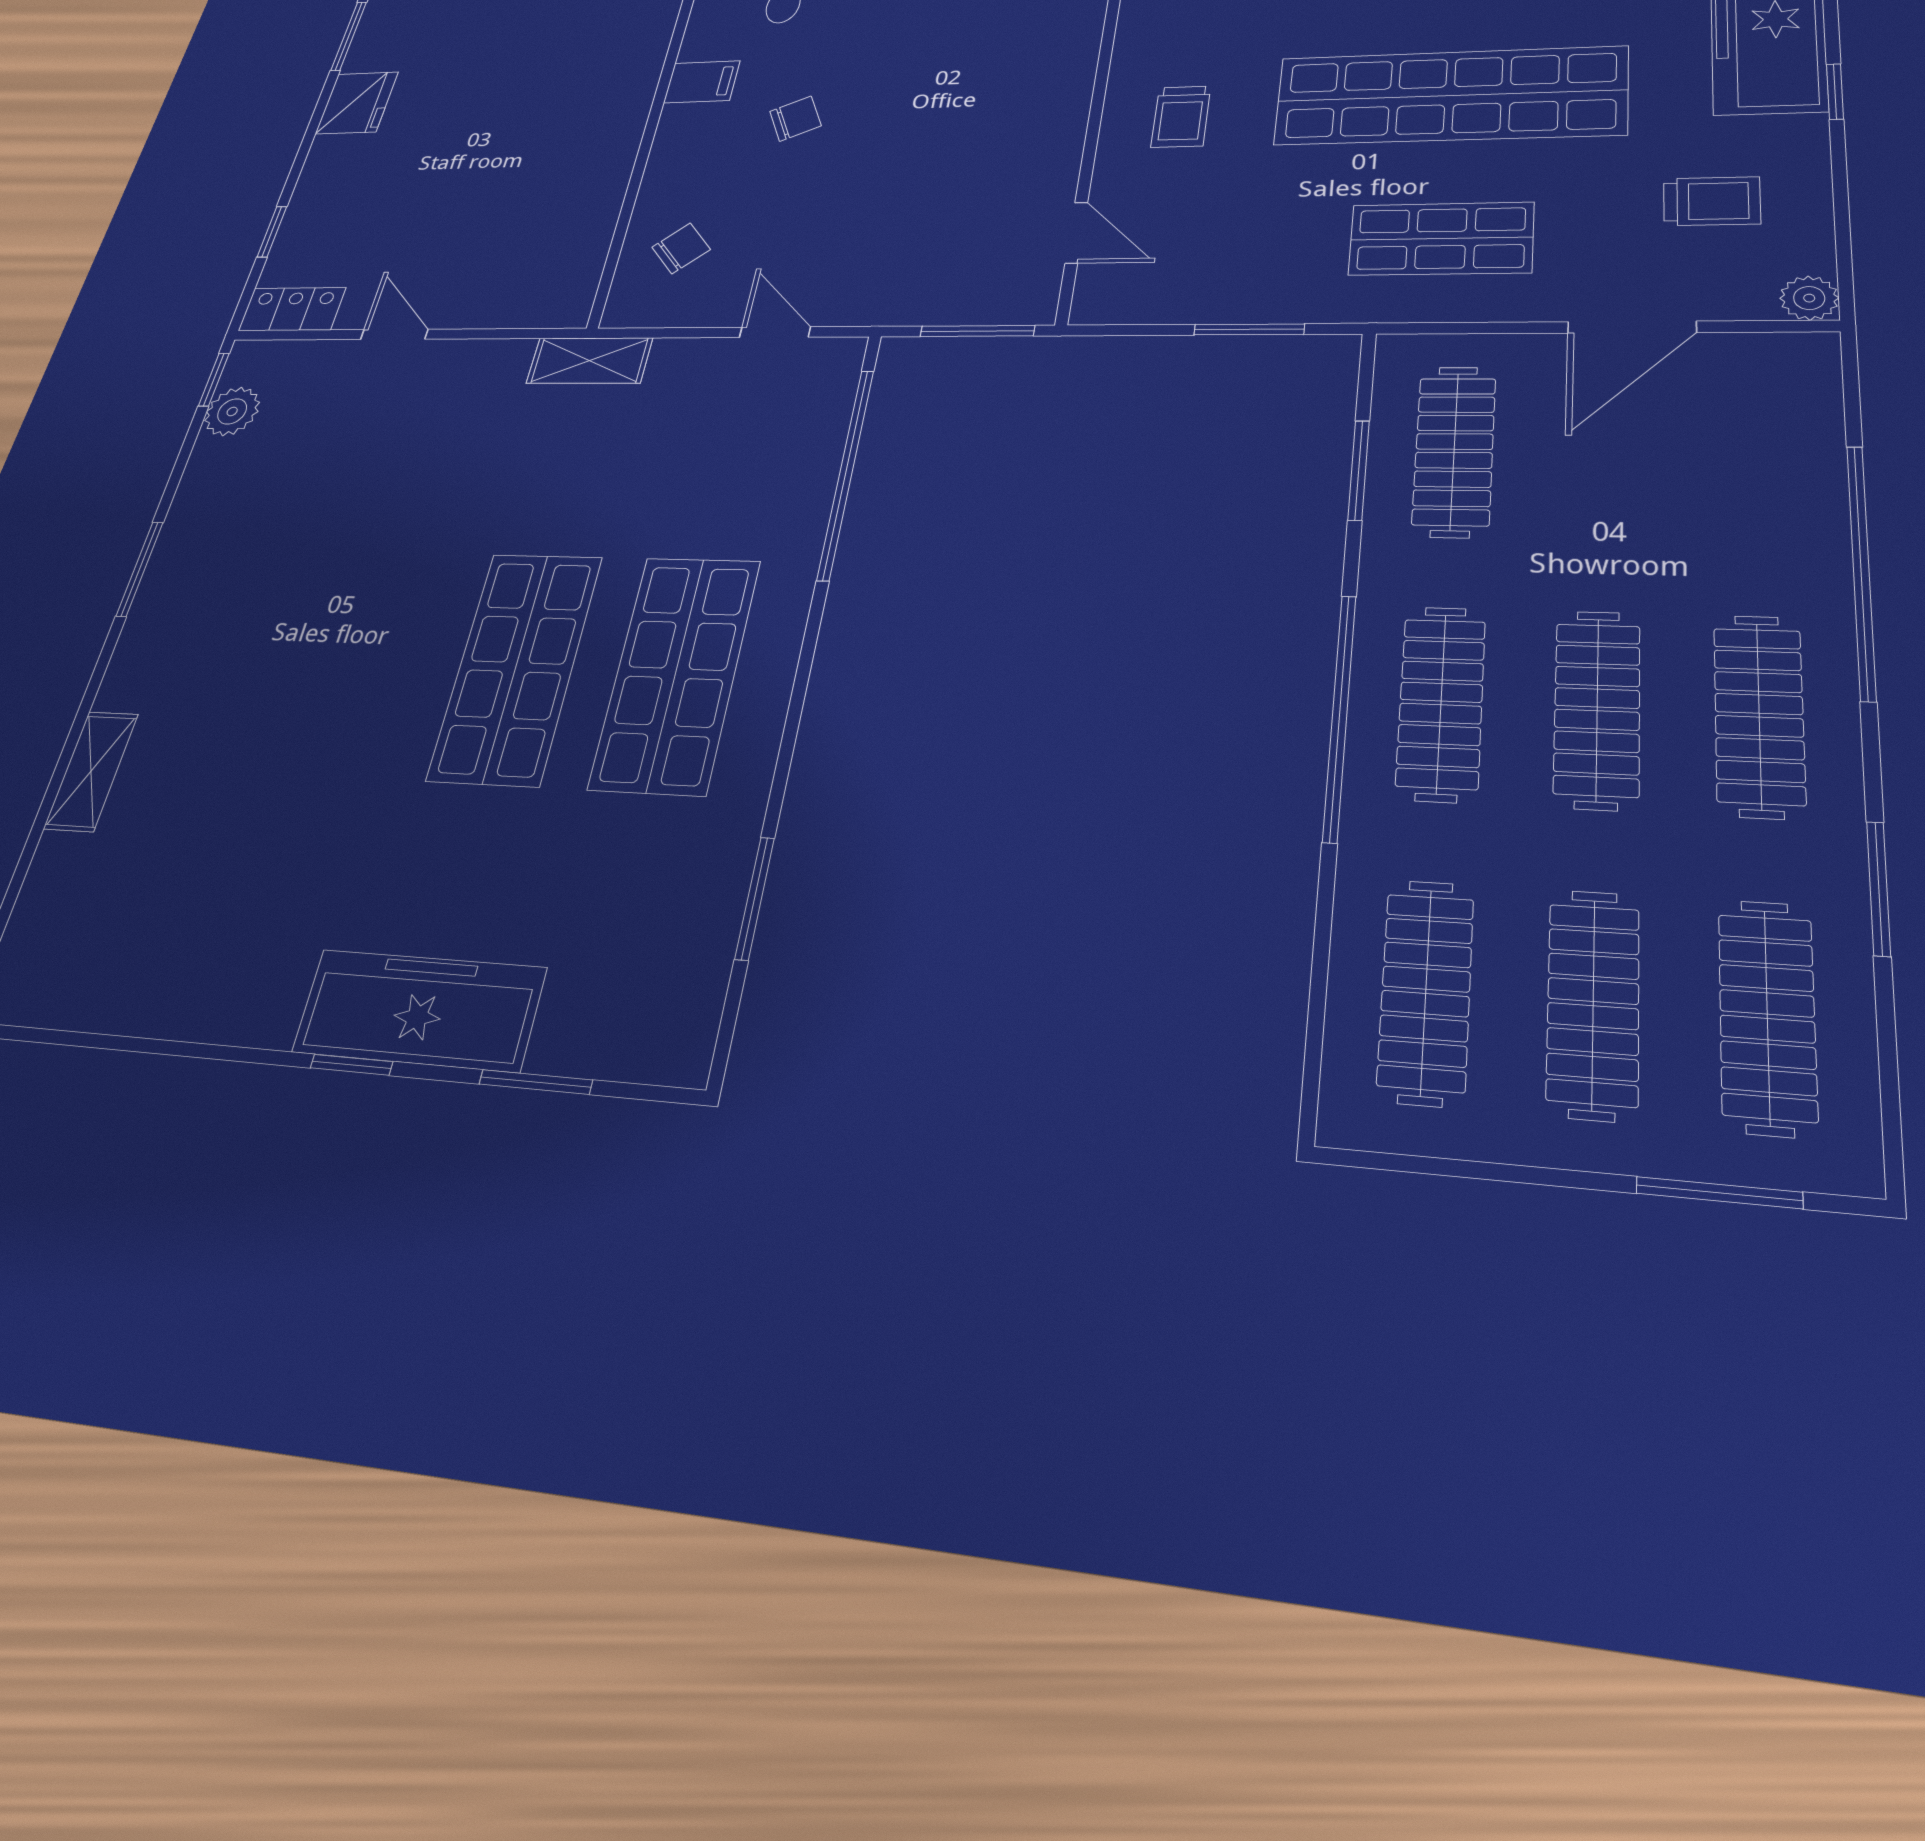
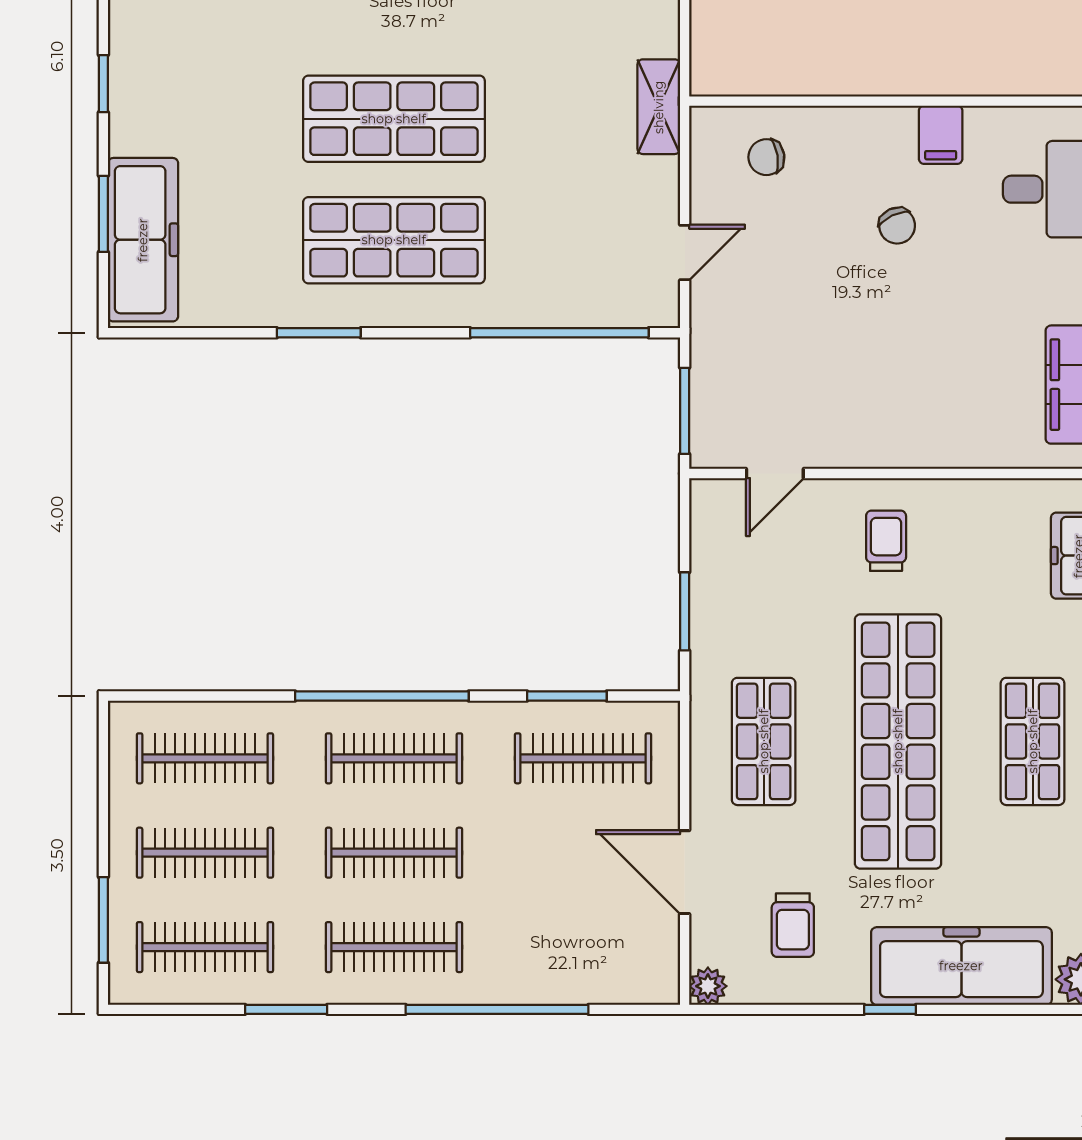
trolley: (1181, 117) -> (886, 541), turned 90
chair: (681, 248) -> (766, 157), turned 122
window: (755, 898) -> (319, 333), moved
freezer: (419, 1010) -> (143, 240), moved

